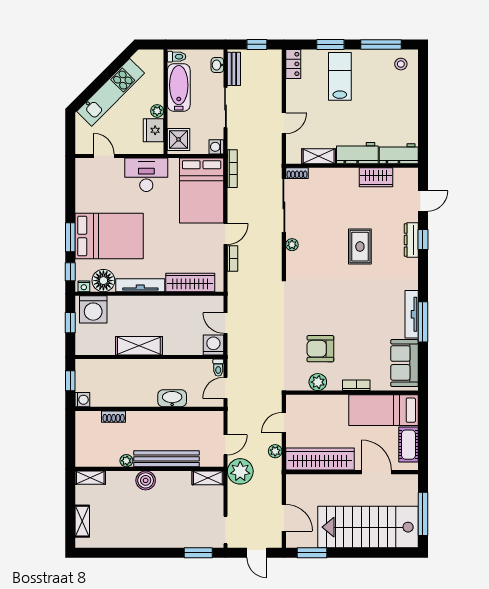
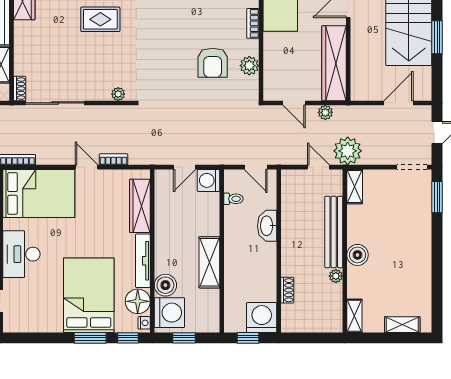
plant: (292, 245) -> (118, 94), moved
boiler: (118, 306) -> (165, 285), added
toilet: (218, 368) -> (233, 199), moved
washing machine: (82, 400) -> (262, 318), width x1.89, depth x1.89
window: (312, 553) -> (437, 37), moved

